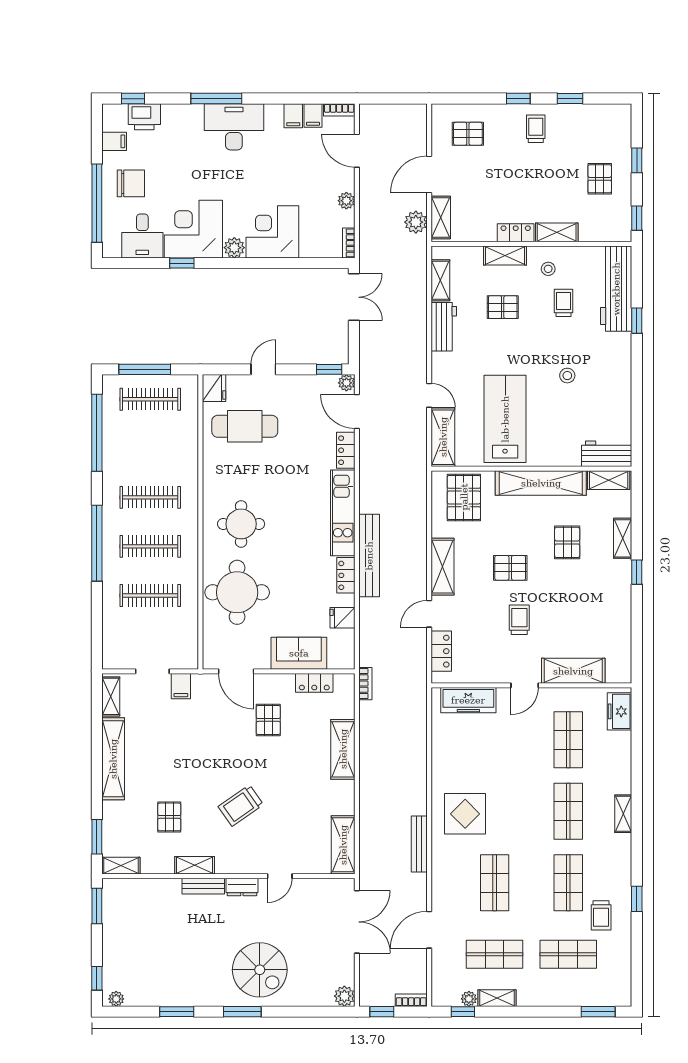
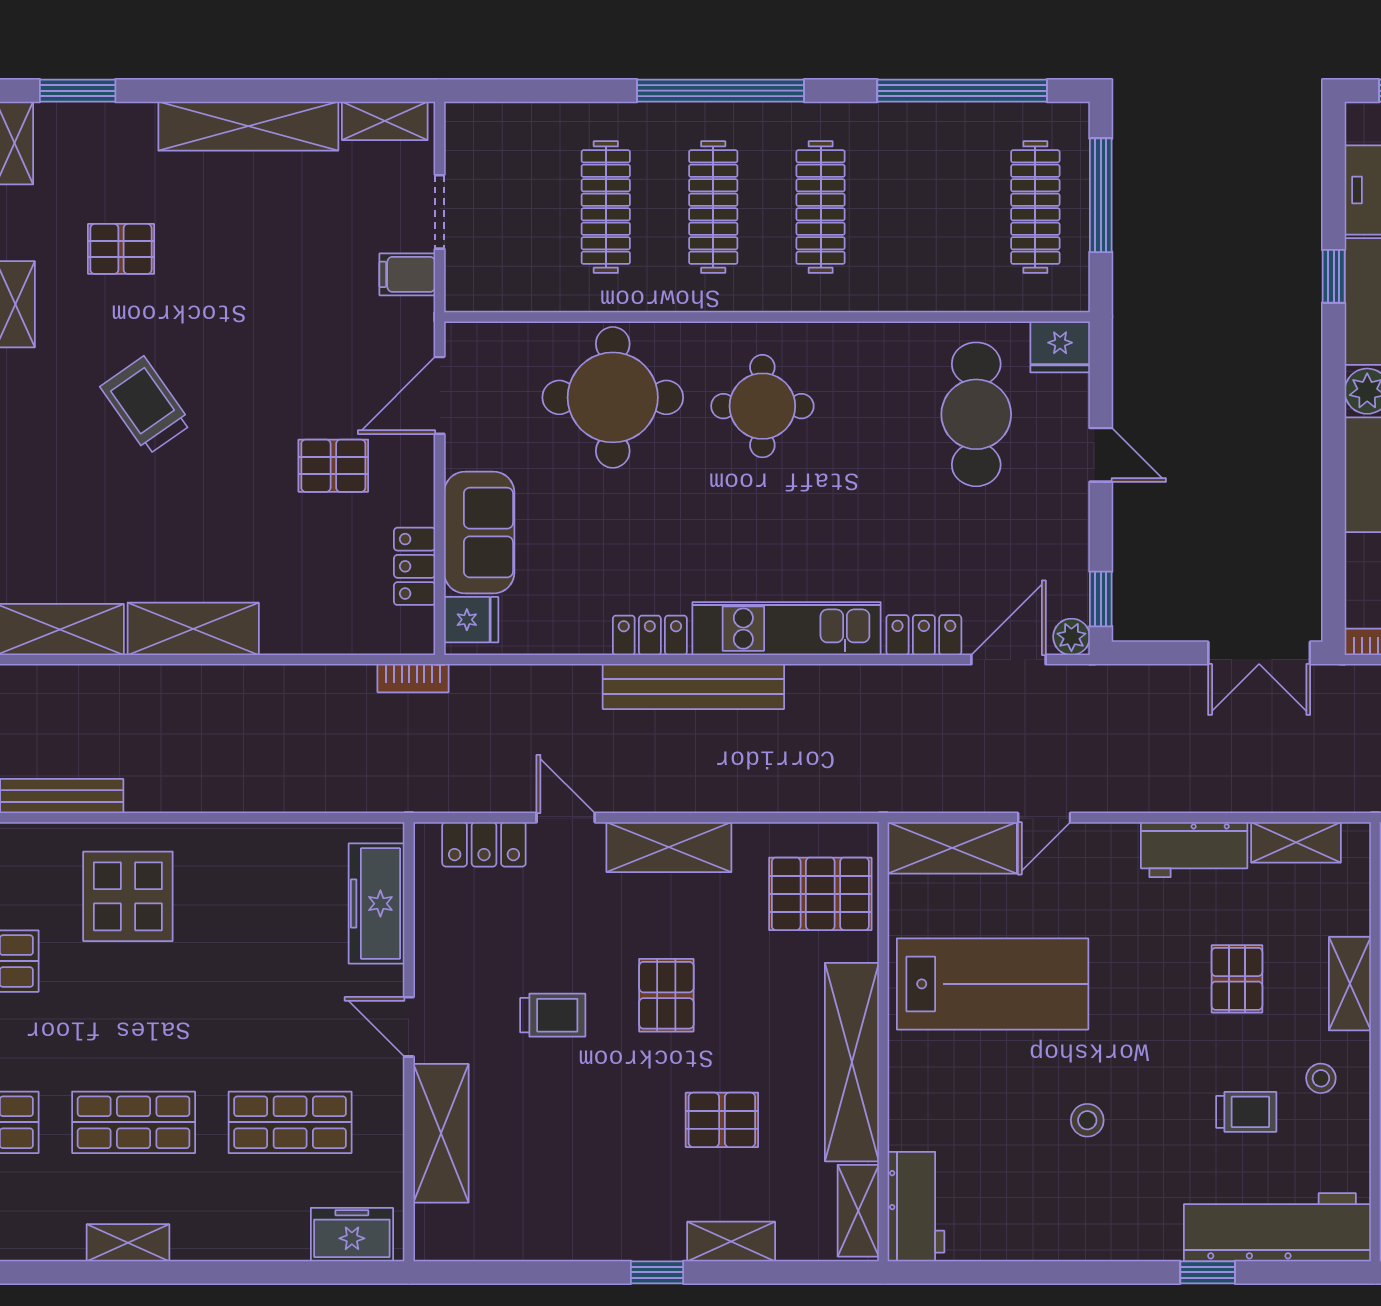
fridge: (342, 618) -> (471, 620), moved, turned 90
shelving: (343, 749) -> (193, 629), moved

